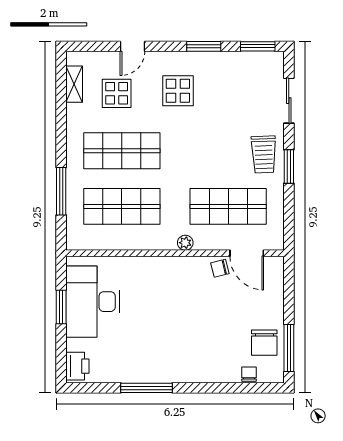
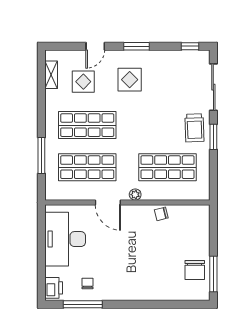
window: (204, 46) -> (136, 46), moved
window: (258, 46) -> (190, 46), width x0.67
sliding door: (289, 101) -> (213, 87), width x1.37
door: (247, 253) -> (108, 202), moved
window: (61, 307) -> (41, 243), removed
chair: (249, 374) -> (88, 283), moved
window: (147, 388) -> (83, 304), moved

